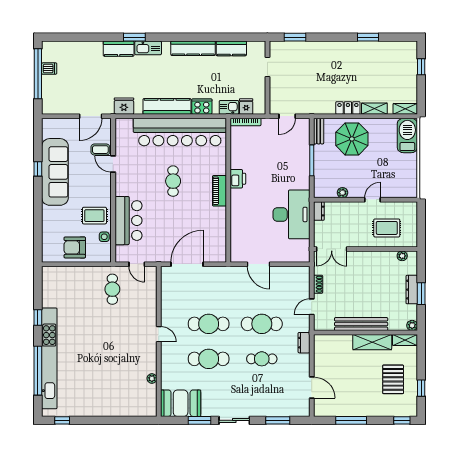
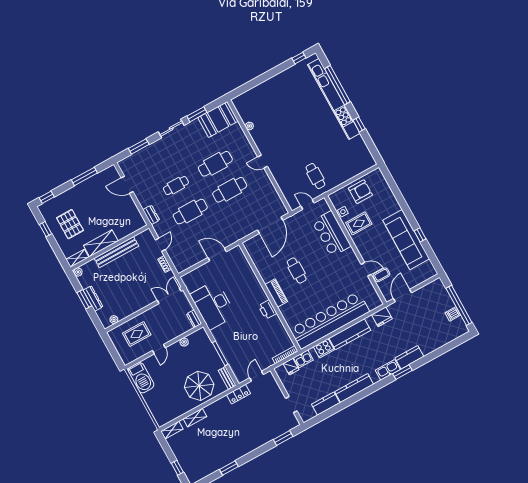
locker: (348, 108) -> (239, 394), moved
barbecue: (407, 135) -> (141, 378), moved
cafe table: (173, 181) -> (297, 271), moved

